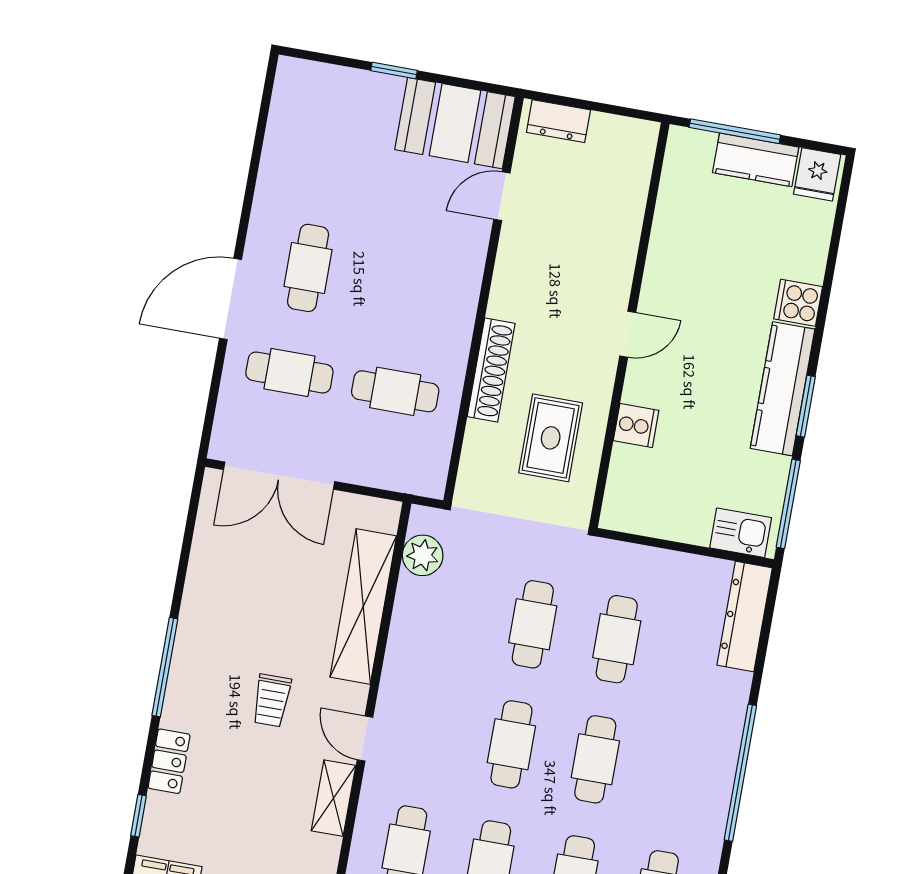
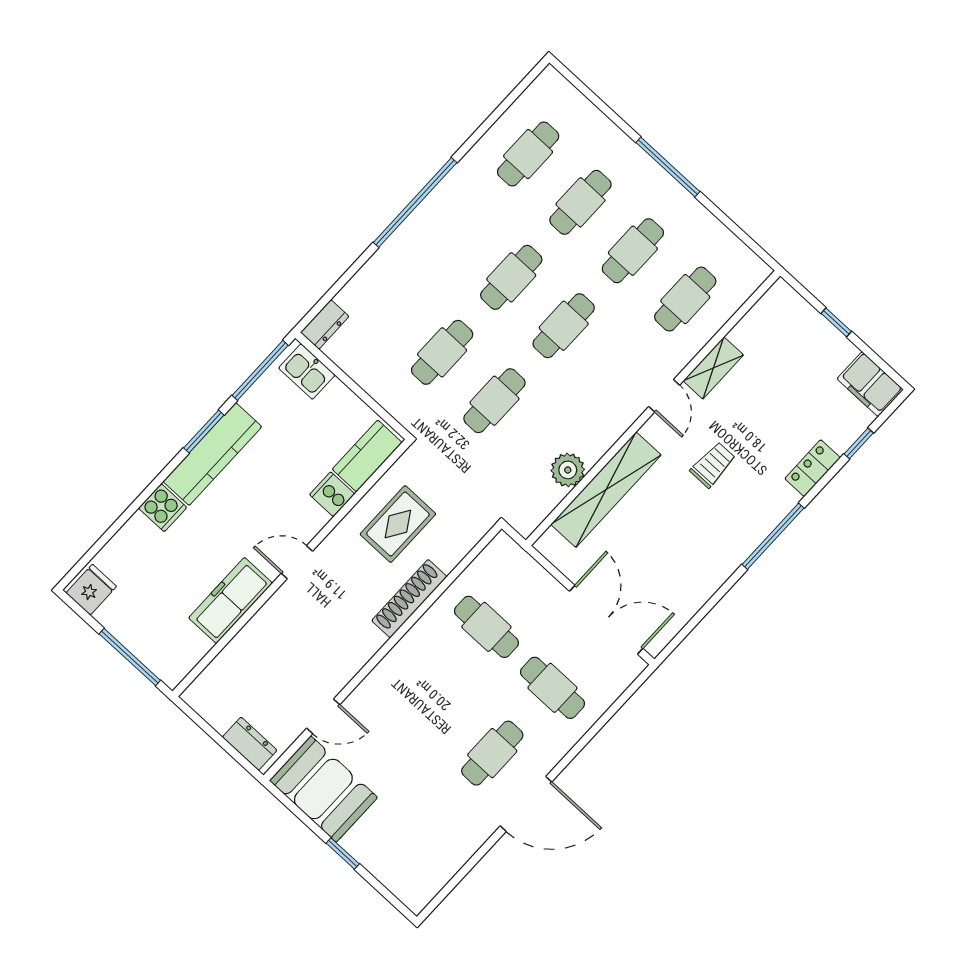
kitchen counter: (756, 160) -> (367, 456), moved, turned -90
freezer: (670, 253) -> (230, 600), added
door: (231, 299) -> (526, 804), moved
plant: (423, 555) -> (568, 470), moved
dresser: (745, 617) -> (325, 324), width x0.51, depth x0.80

